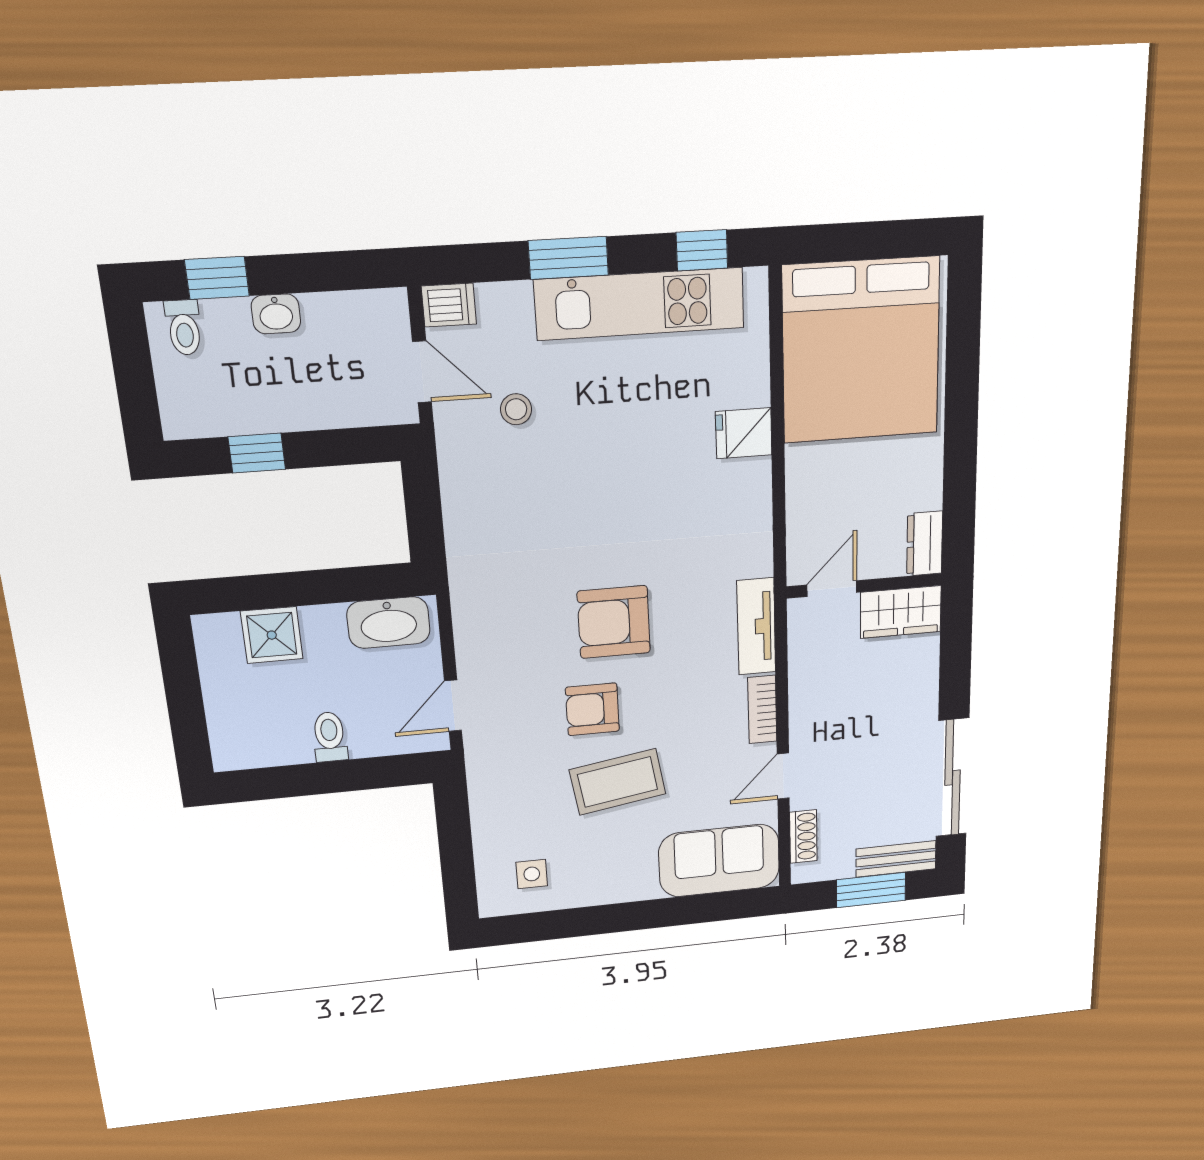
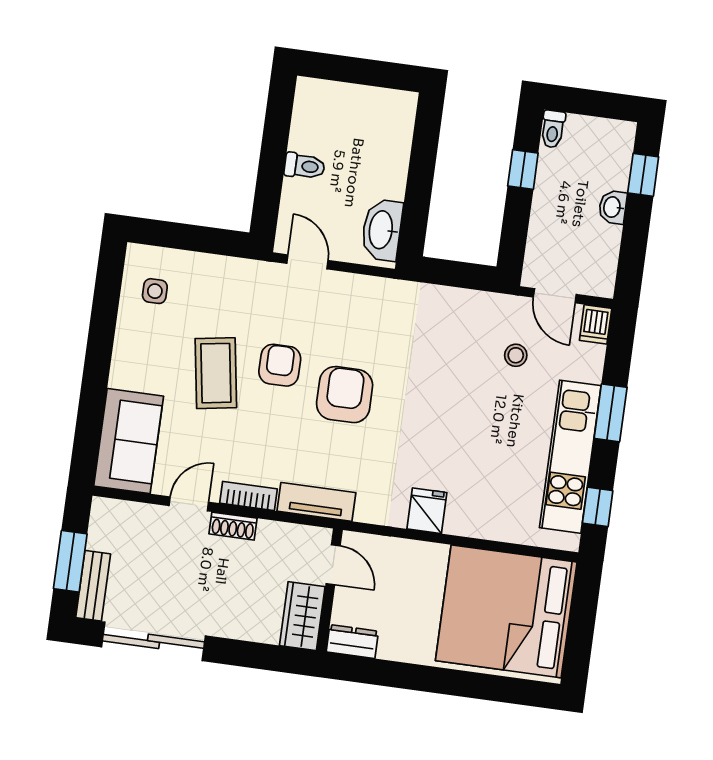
toilet: (184, 328) -> (553, 129), moved, turned -90
door: (422, 372) -> (555, 296), hinge flipped
fridge: (744, 433) -> (427, 511), moved
shower: (272, 635) -> (391, 145), removed
door: (783, 776) -> (189, 504), hinge flipped
shoe rack: (803, 837) -> (233, 526), moved

